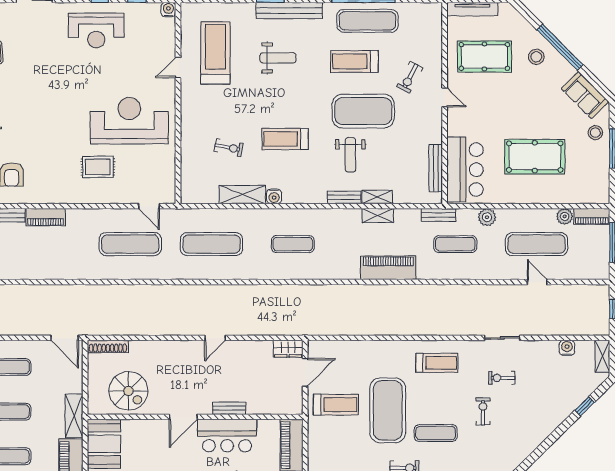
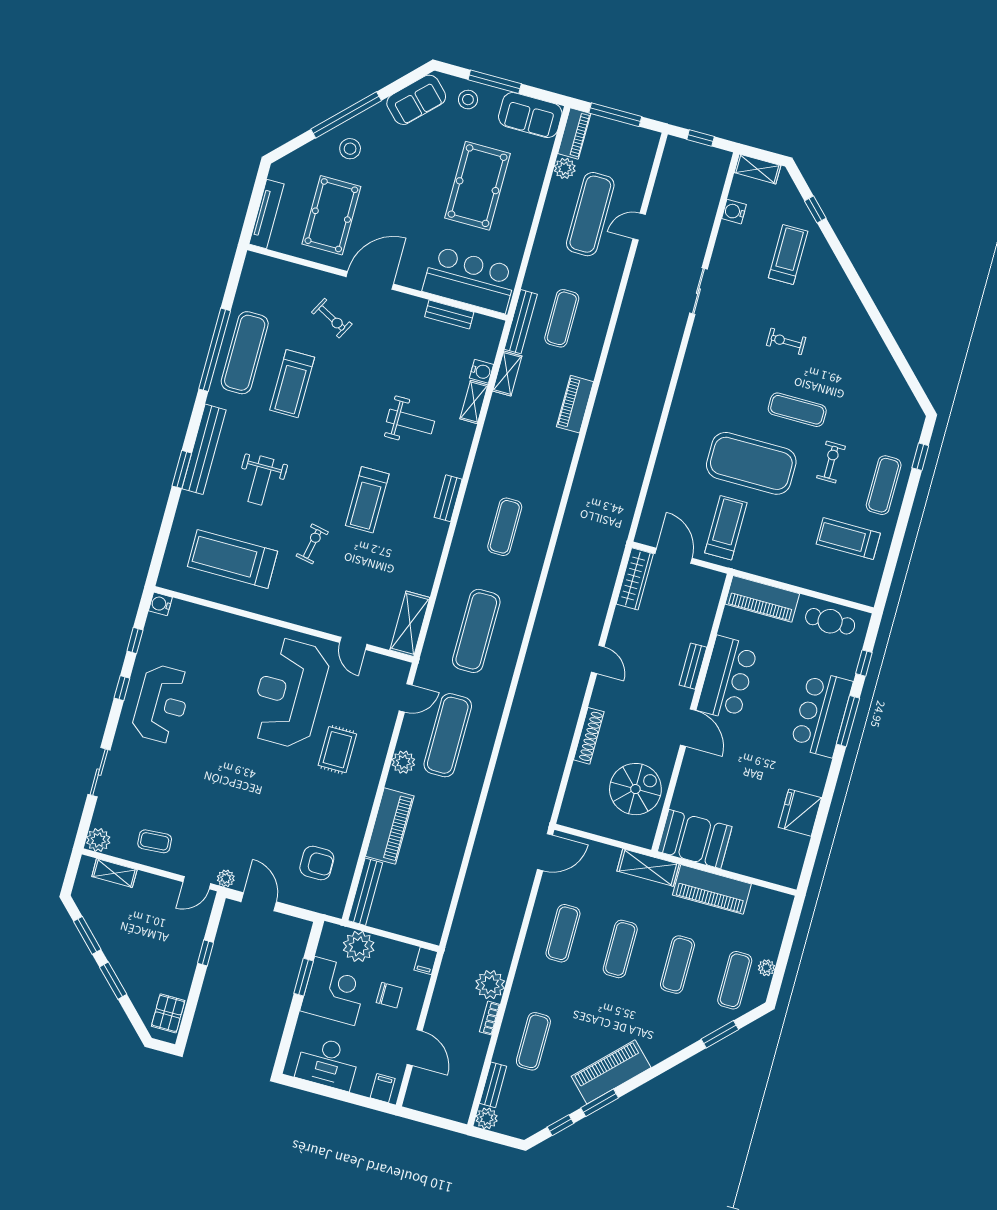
weight bench: (278, 58) -> (261, 480), turned 180
door: (178, 68) -> (353, 643), moved
door: (445, 97) -> (370, 280), width x1.88
exercise mat: (363, 111) -> (359, 390), removed
exercise bike: (229, 147) -> (312, 544), moved
bench: (436, 168) -> (449, 315), width x0.73
sofa: (596, 181) -> (530, 115), added
shelving: (242, 195) -> (410, 624), moved
water cooler: (274, 196) -> (482, 371), moved
bench: (344, 197) -> (448, 498), moved
shelving: (378, 215) -> (507, 373), moved
bench: (438, 215) -> (521, 322), width x1.36
piano: (46, 217) -> (390, 826), width x1.37, depth x1.33
plant: (487, 217) -> (403, 762), moved
piano: (388, 268) -> (575, 404), width x0.73, depth x0.75
shoe rack: (108, 346) -> (589, 736), moved
wardrobe: (288, 349) -> (635, 579), width x1.50
treadmill: (437, 363) -> (788, 254), moved
exercise bike: (502, 378) -> (750, 306), removed
exercise mat: (436, 433) -> (797, 410), turned 90

